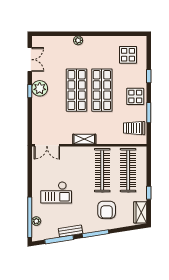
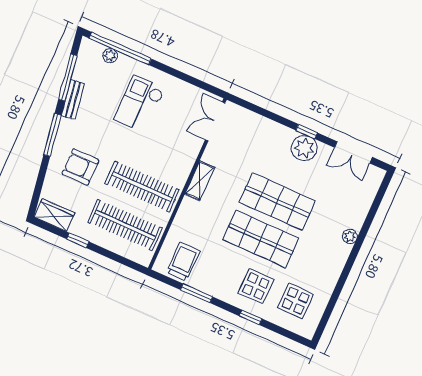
display table: (135, 96) -> (256, 286), moved

